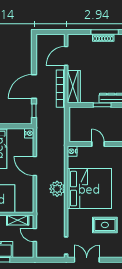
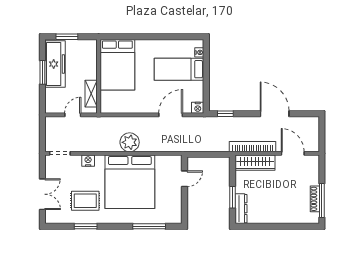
door: (34, 87) -> (275, 114), moved
door: (98, 144) -> (184, 179), moved
nightstand: (72, 151) -> (88, 161), moved
door: (35, 166) -> (171, 115), moved
rug: (105, 225) -> (85, 201), turned 90
double door: (87, 260) -> (42, 194), moved

